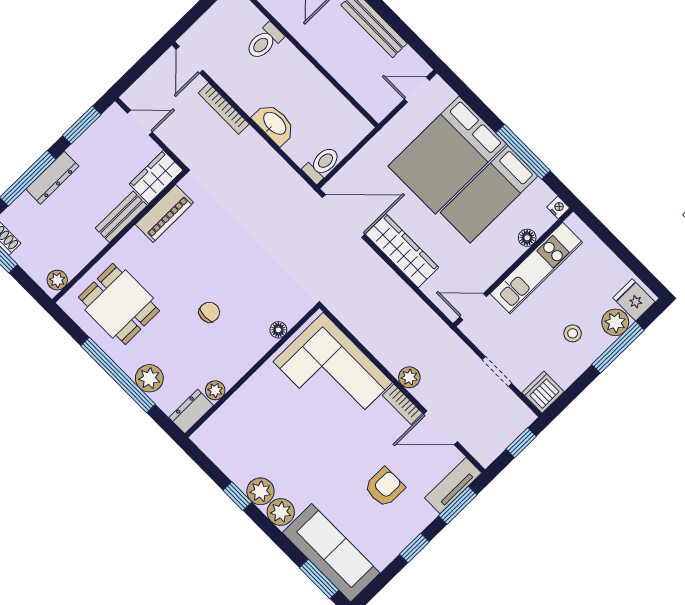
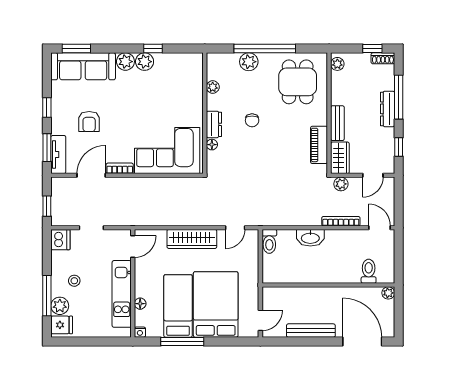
toilet: (264, 41) -> (369, 271), moved
window: (82, 125) -> (399, 147), width x0.67
door: (344, 216) -> (235, 228), width x0.53
dining table: (119, 304) -> (298, 82), turned 90
plant: (409, 377) -> (341, 184), moved
dresser: (191, 411) -> (214, 124), moved

